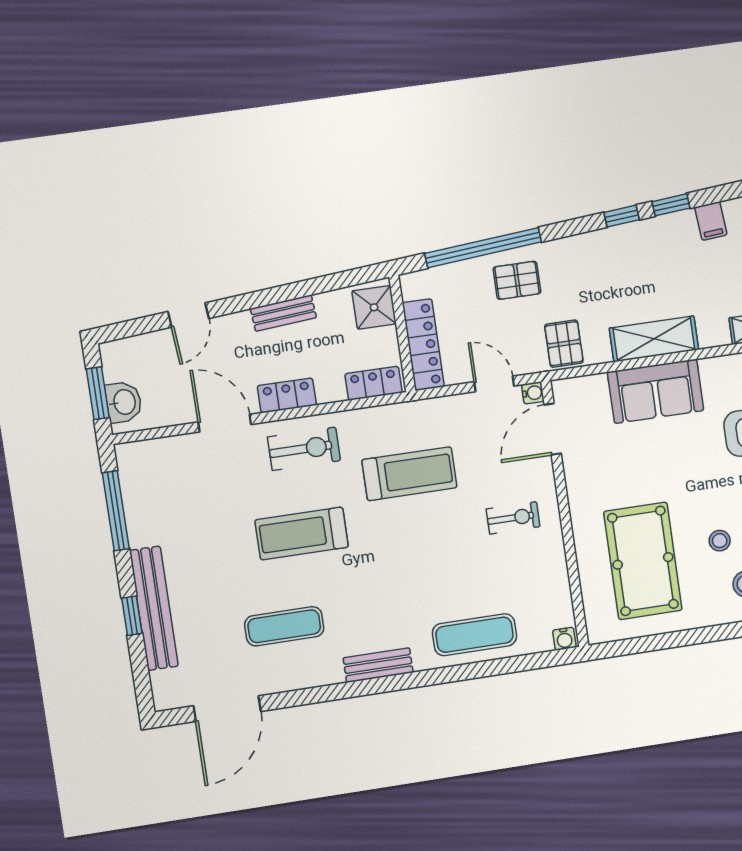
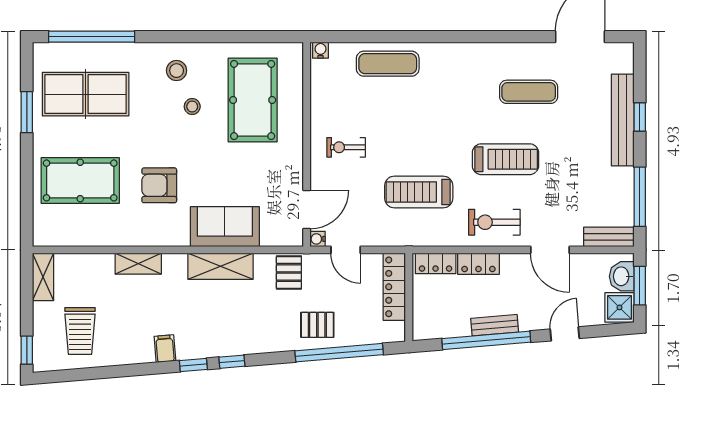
window: (291, 291) -> (486, 340), added
shower: (374, 307) -> (619, 307), moved
locker: (287, 395) -> (478, 264), moved
bench: (378, 665) -> (609, 237), moved

